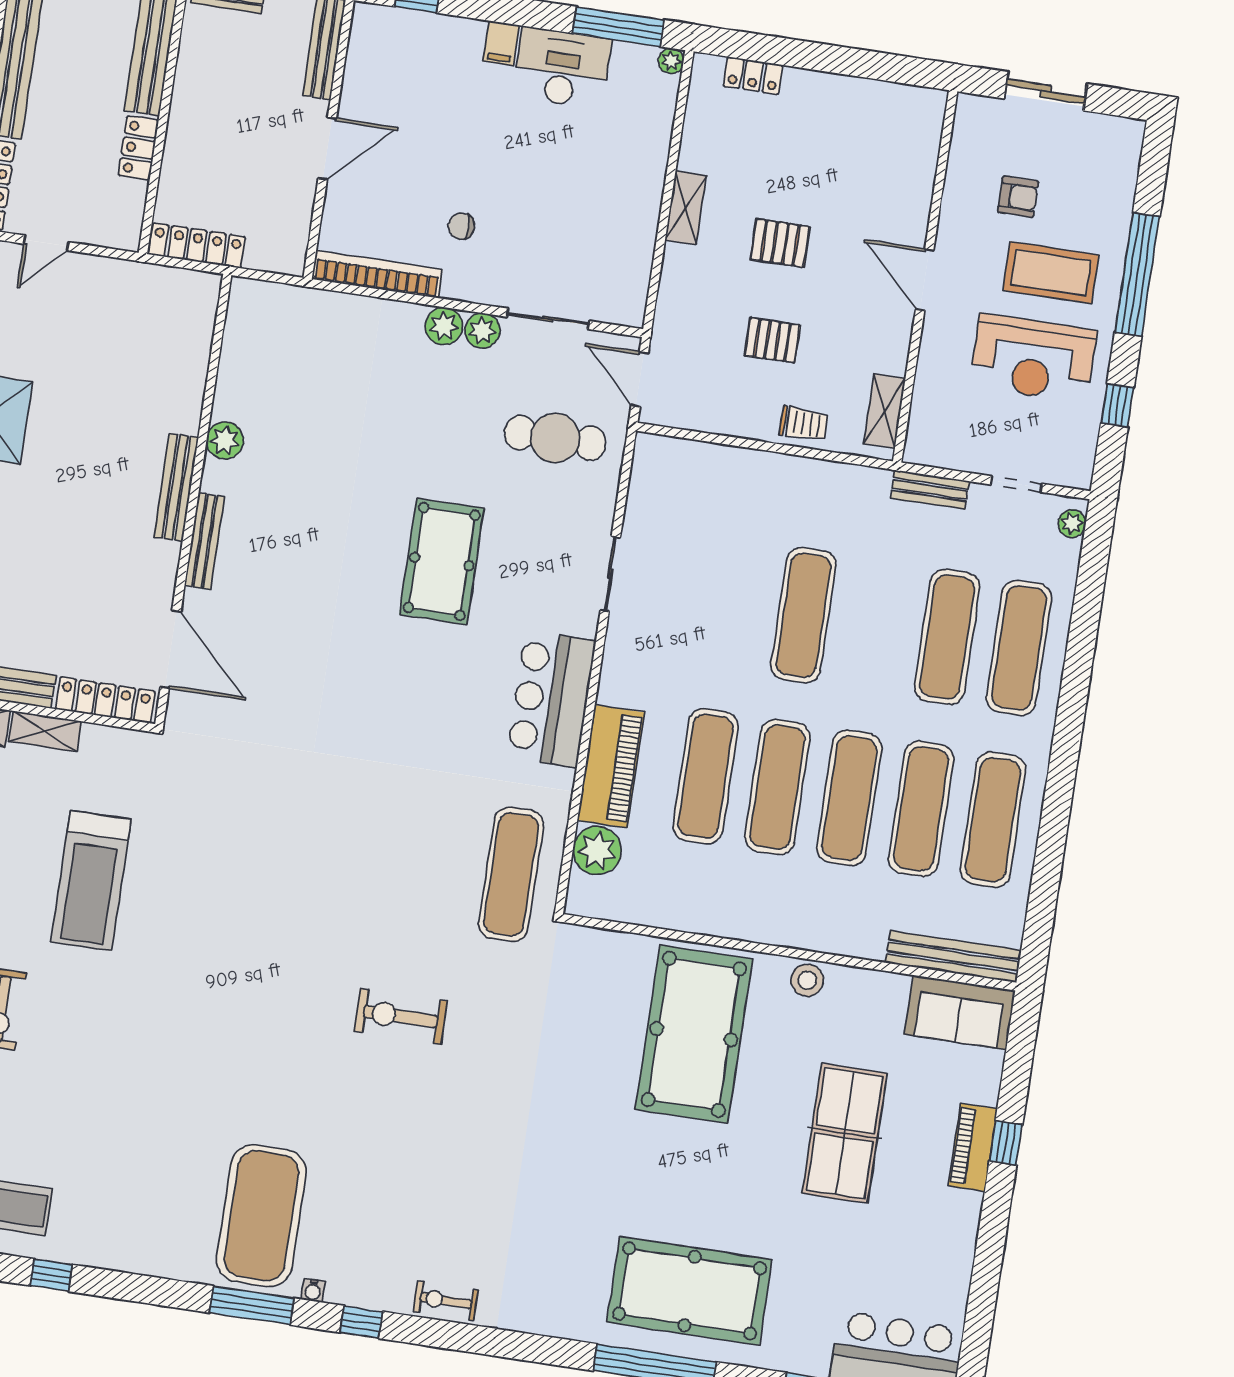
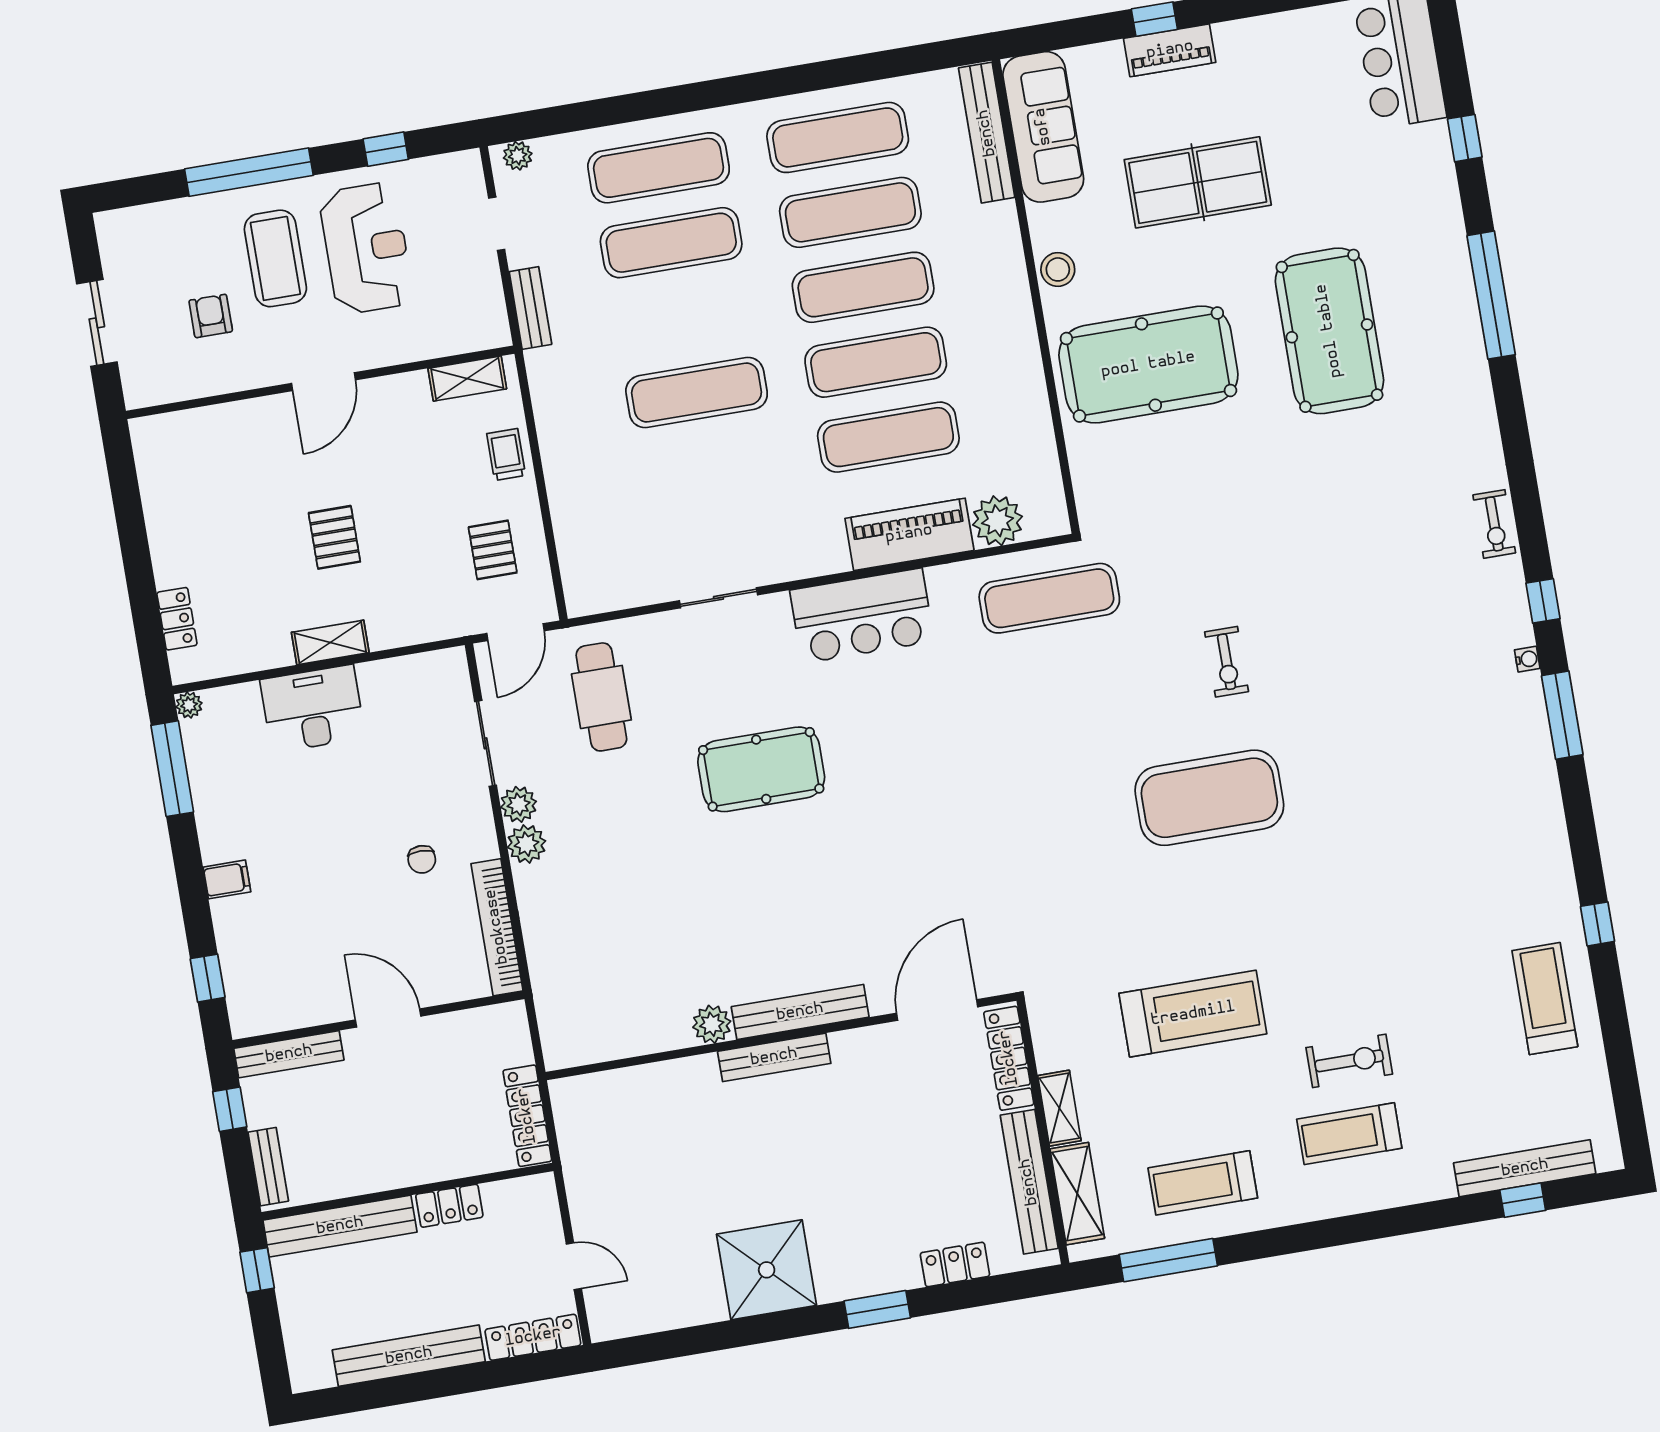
desk: (562, 68) -> (313, 709), moved, turned 90
pallet: (772, 340) -> (493, 550), moved
bench: (204, 541) -> (800, 1012), width x1.37, depth x1.21
sofa: (960, 1012) -> (1043, 127), width x1.36
exercise bike: (401, 1016) -> (1227, 662), width x0.73, depth x0.72
exercise mat: (261, 1216) -> (1209, 798), moved
pool table: (690, 1291) -> (1329, 331), moved

